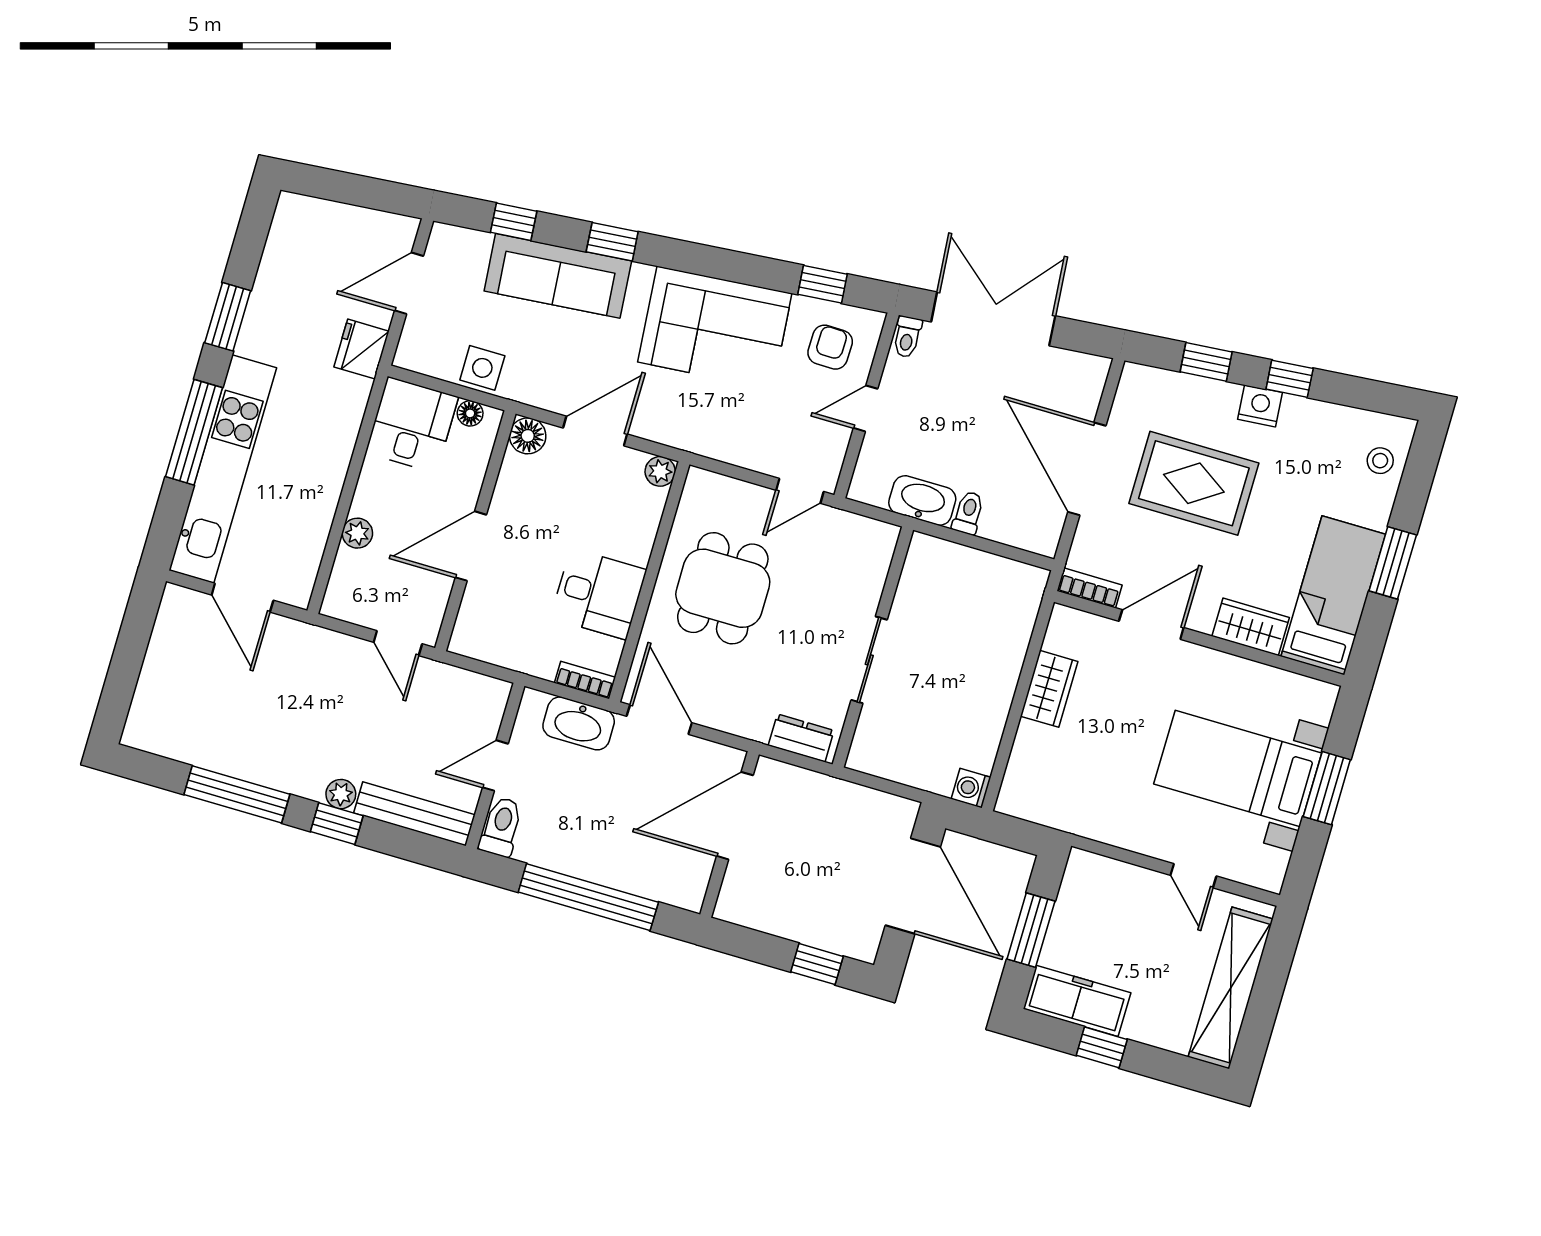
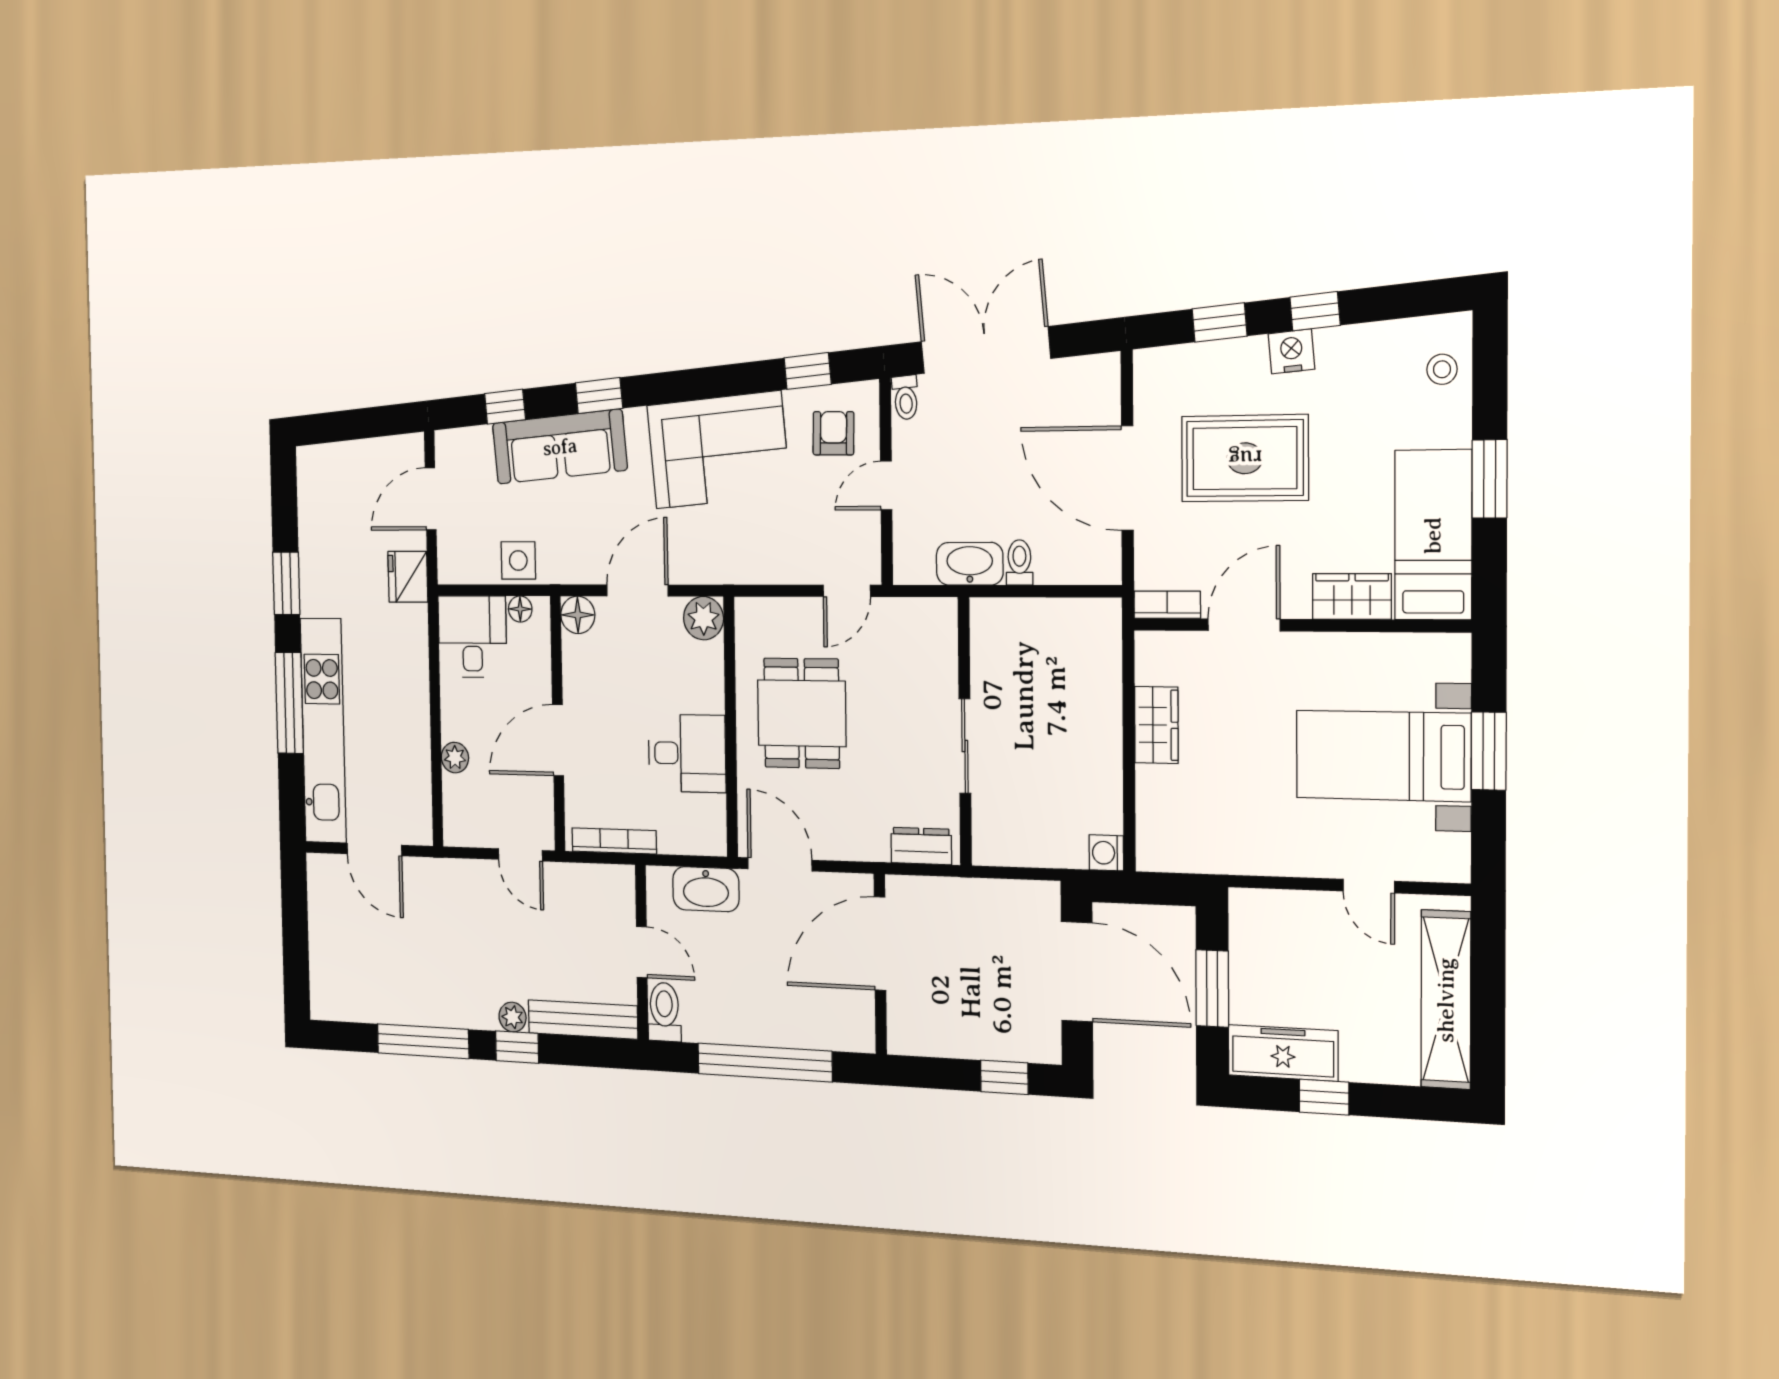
plant: (660, 471) -> (703, 618), width x1.38, depth x1.38
bookcase: (585, 680) -> (614, 841), moved, width x1.56
door: (495, 766) -> (642, 952), swing flipped

